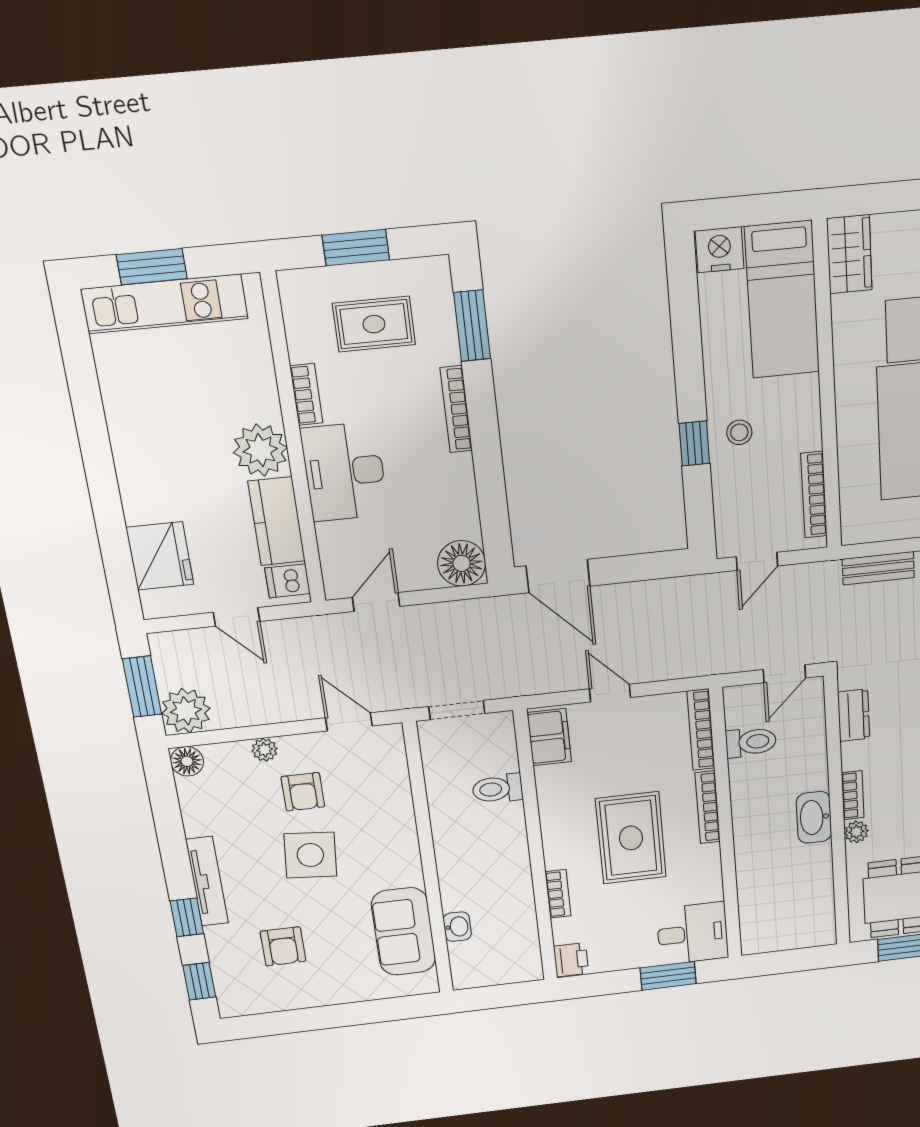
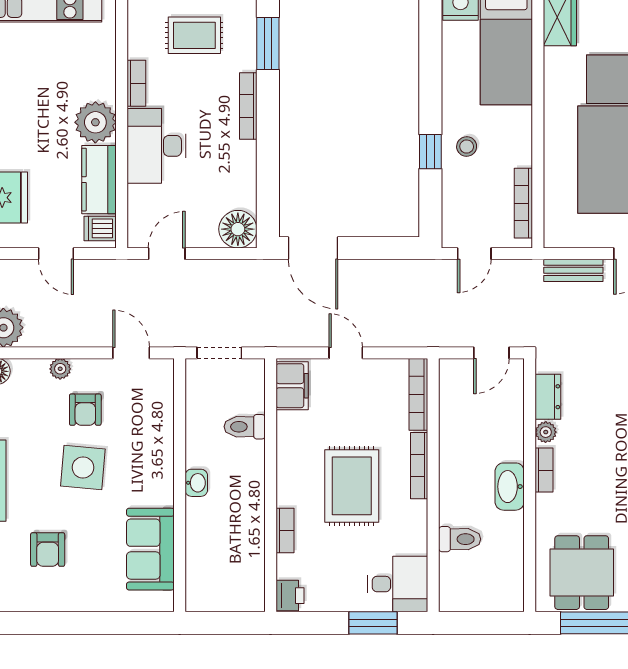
toilet: (751, 742) -> (460, 539), moved
plant: (856, 832) -> (546, 432), moved
washbasin: (457, 927) -> (196, 483), moved

